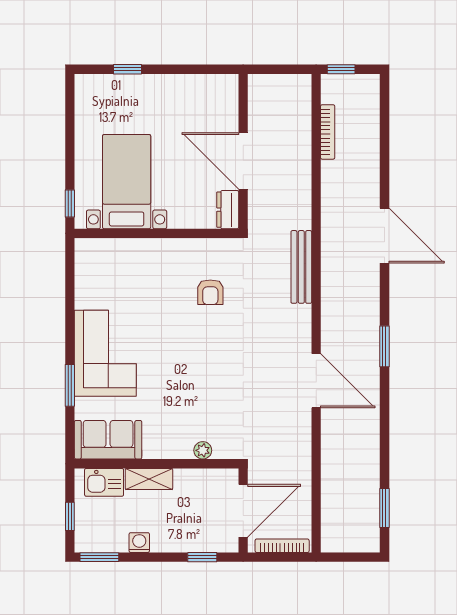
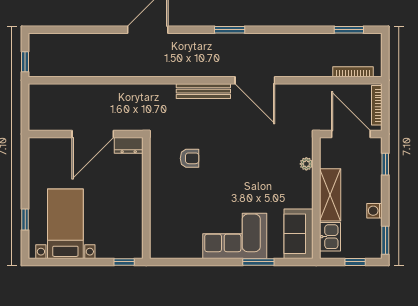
bookcase: (328, 132) -> (353, 72), moved
bed with nightstands: (127, 182) -> (65, 224), moved, turned 90
bench: (301, 267) -> (203, 91), moved
door: (316, 381) -> (255, 80), swing flipped
shelving: (149, 479) -> (330, 195), width x1.50, depth x1.33

